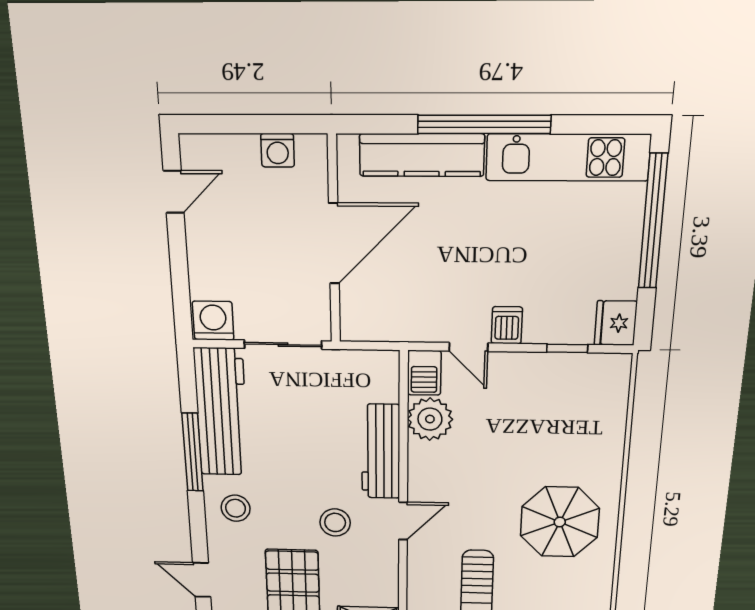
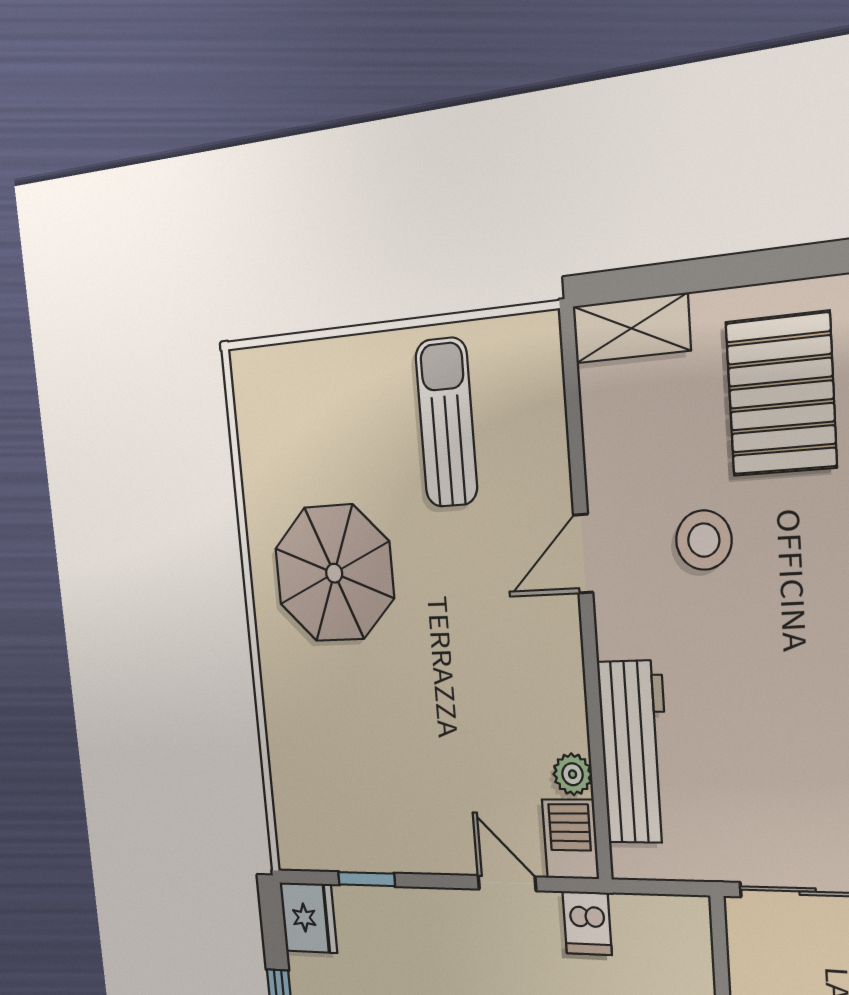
dishwasher: (507, 325) -> (587, 923), moved
plant: (430, 419) -> (573, 774), width x0.53, depth x0.53
workbench: (381, 452) -> (635, 752), moved

